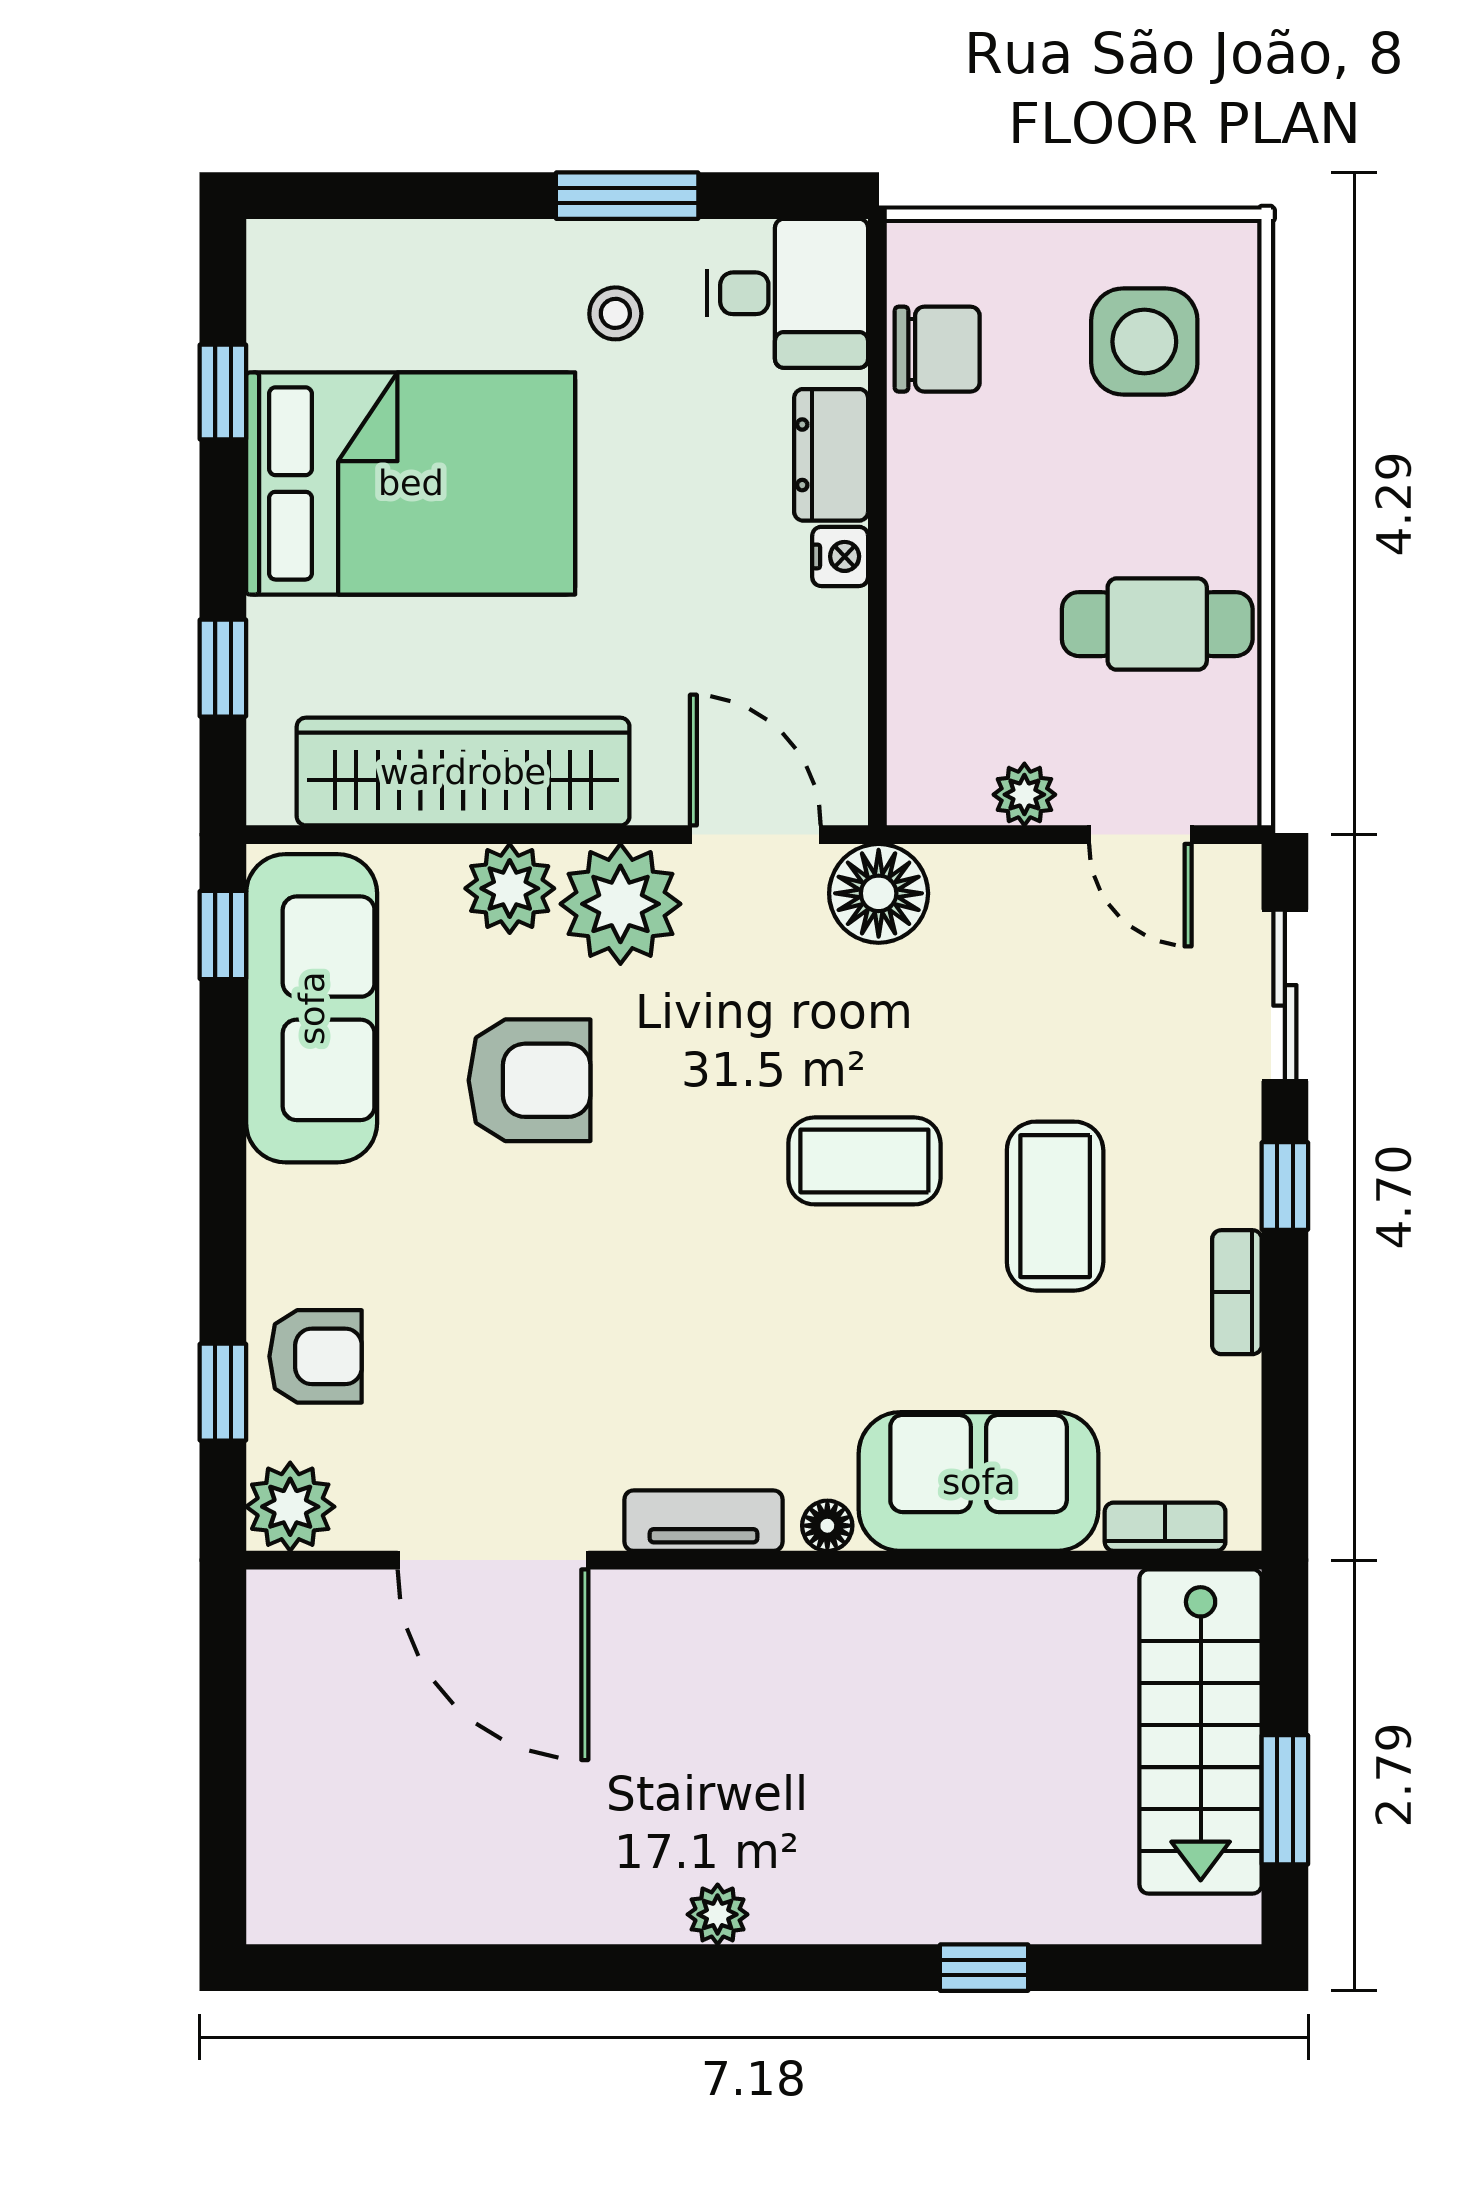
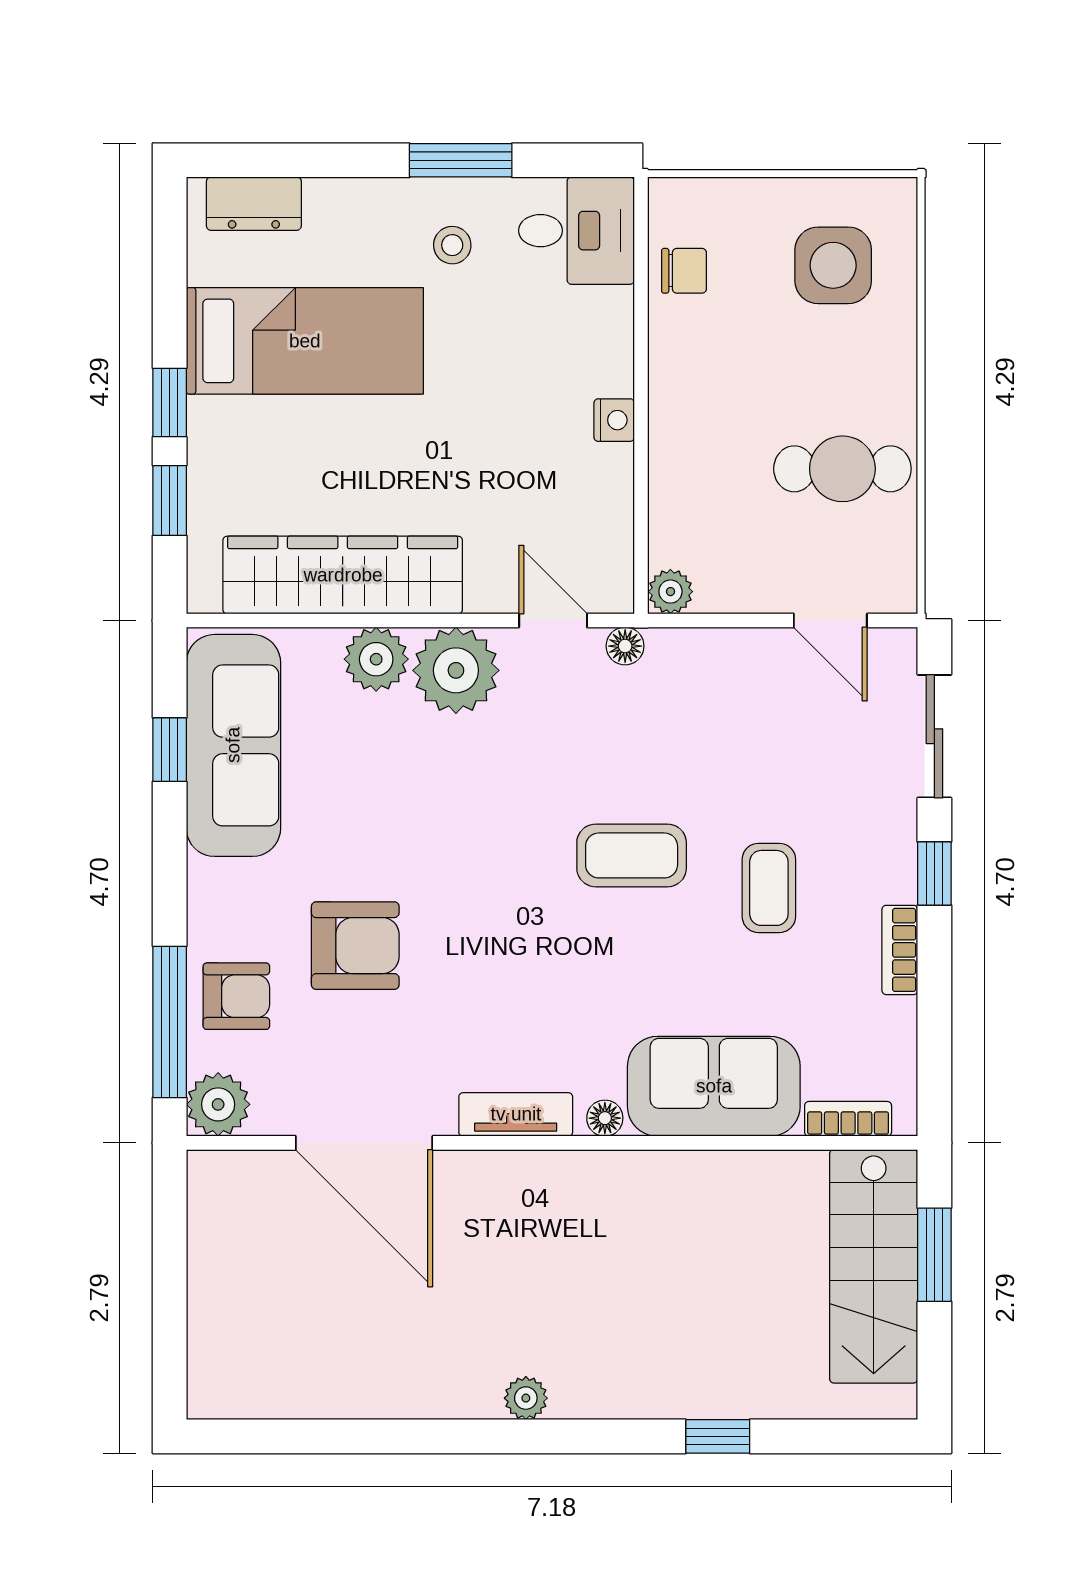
chair: (937, 349) -> (684, 271), width x0.73, depth x0.73
window: (223, 392) -> (170, 403), moved
dresser: (831, 455) -> (254, 204), moved, turned -90
bed: (411, 483) -> (305, 341), width x0.67
plant: (1024, 795) -> (670, 592), moved
door: (755, 835) -> (553, 620), width x0.73
floor lamp: (879, 893) -> (625, 646), width x0.53, depth x0.53
window: (223, 935) -> (170, 750), moved
armchair: (530, 1080) -> (355, 946), moved
coffee table: (1055, 1206) -> (769, 888), width x0.73, depth x0.77
window: (223, 1392) -> (170, 1022), width x2.17
window: (1285, 1800) -> (934, 1255), moved

